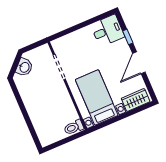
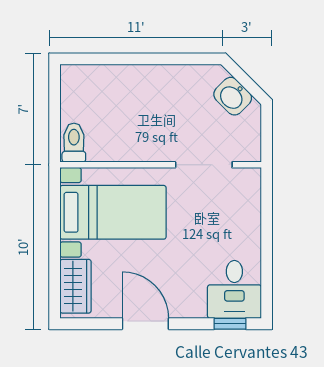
window: (128, 37) -> (230, 324), moved

